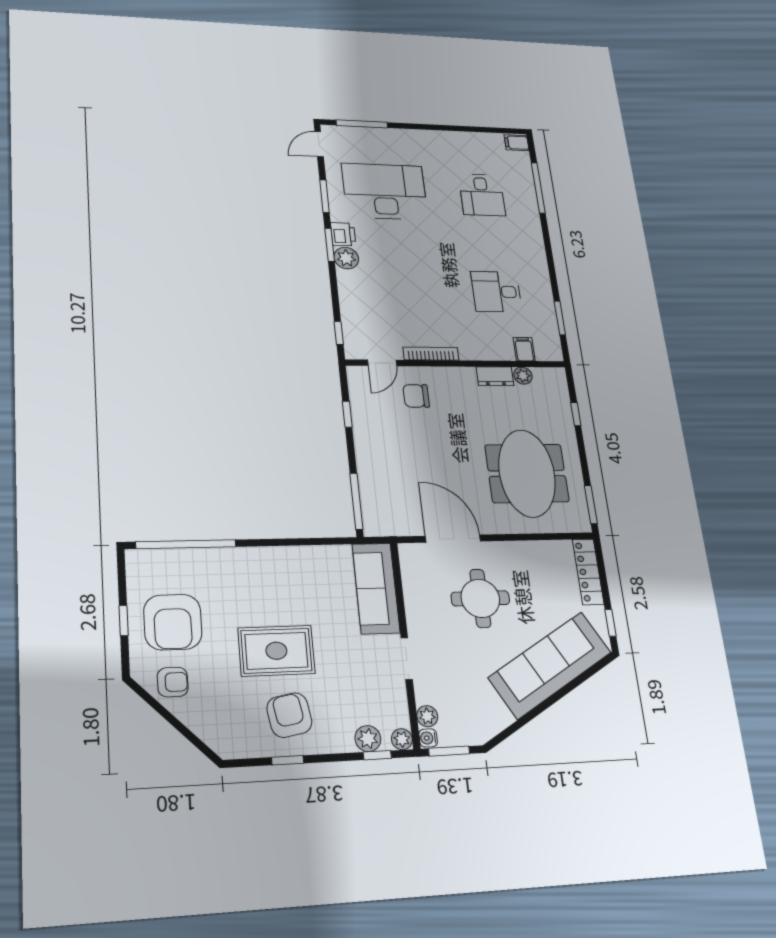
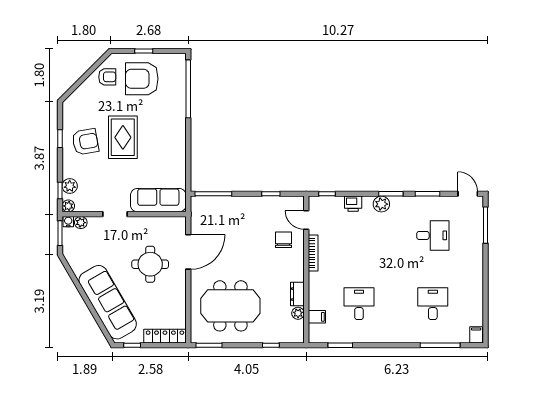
desk: (385, 191) -> (433, 235), width x0.53, depth x0.77
desk: (482, 195) -> (433, 304), turned 90
printer: (343, 234) -> (353, 204), moved
armchair: (173, 682) -> (107, 77), turned -90

